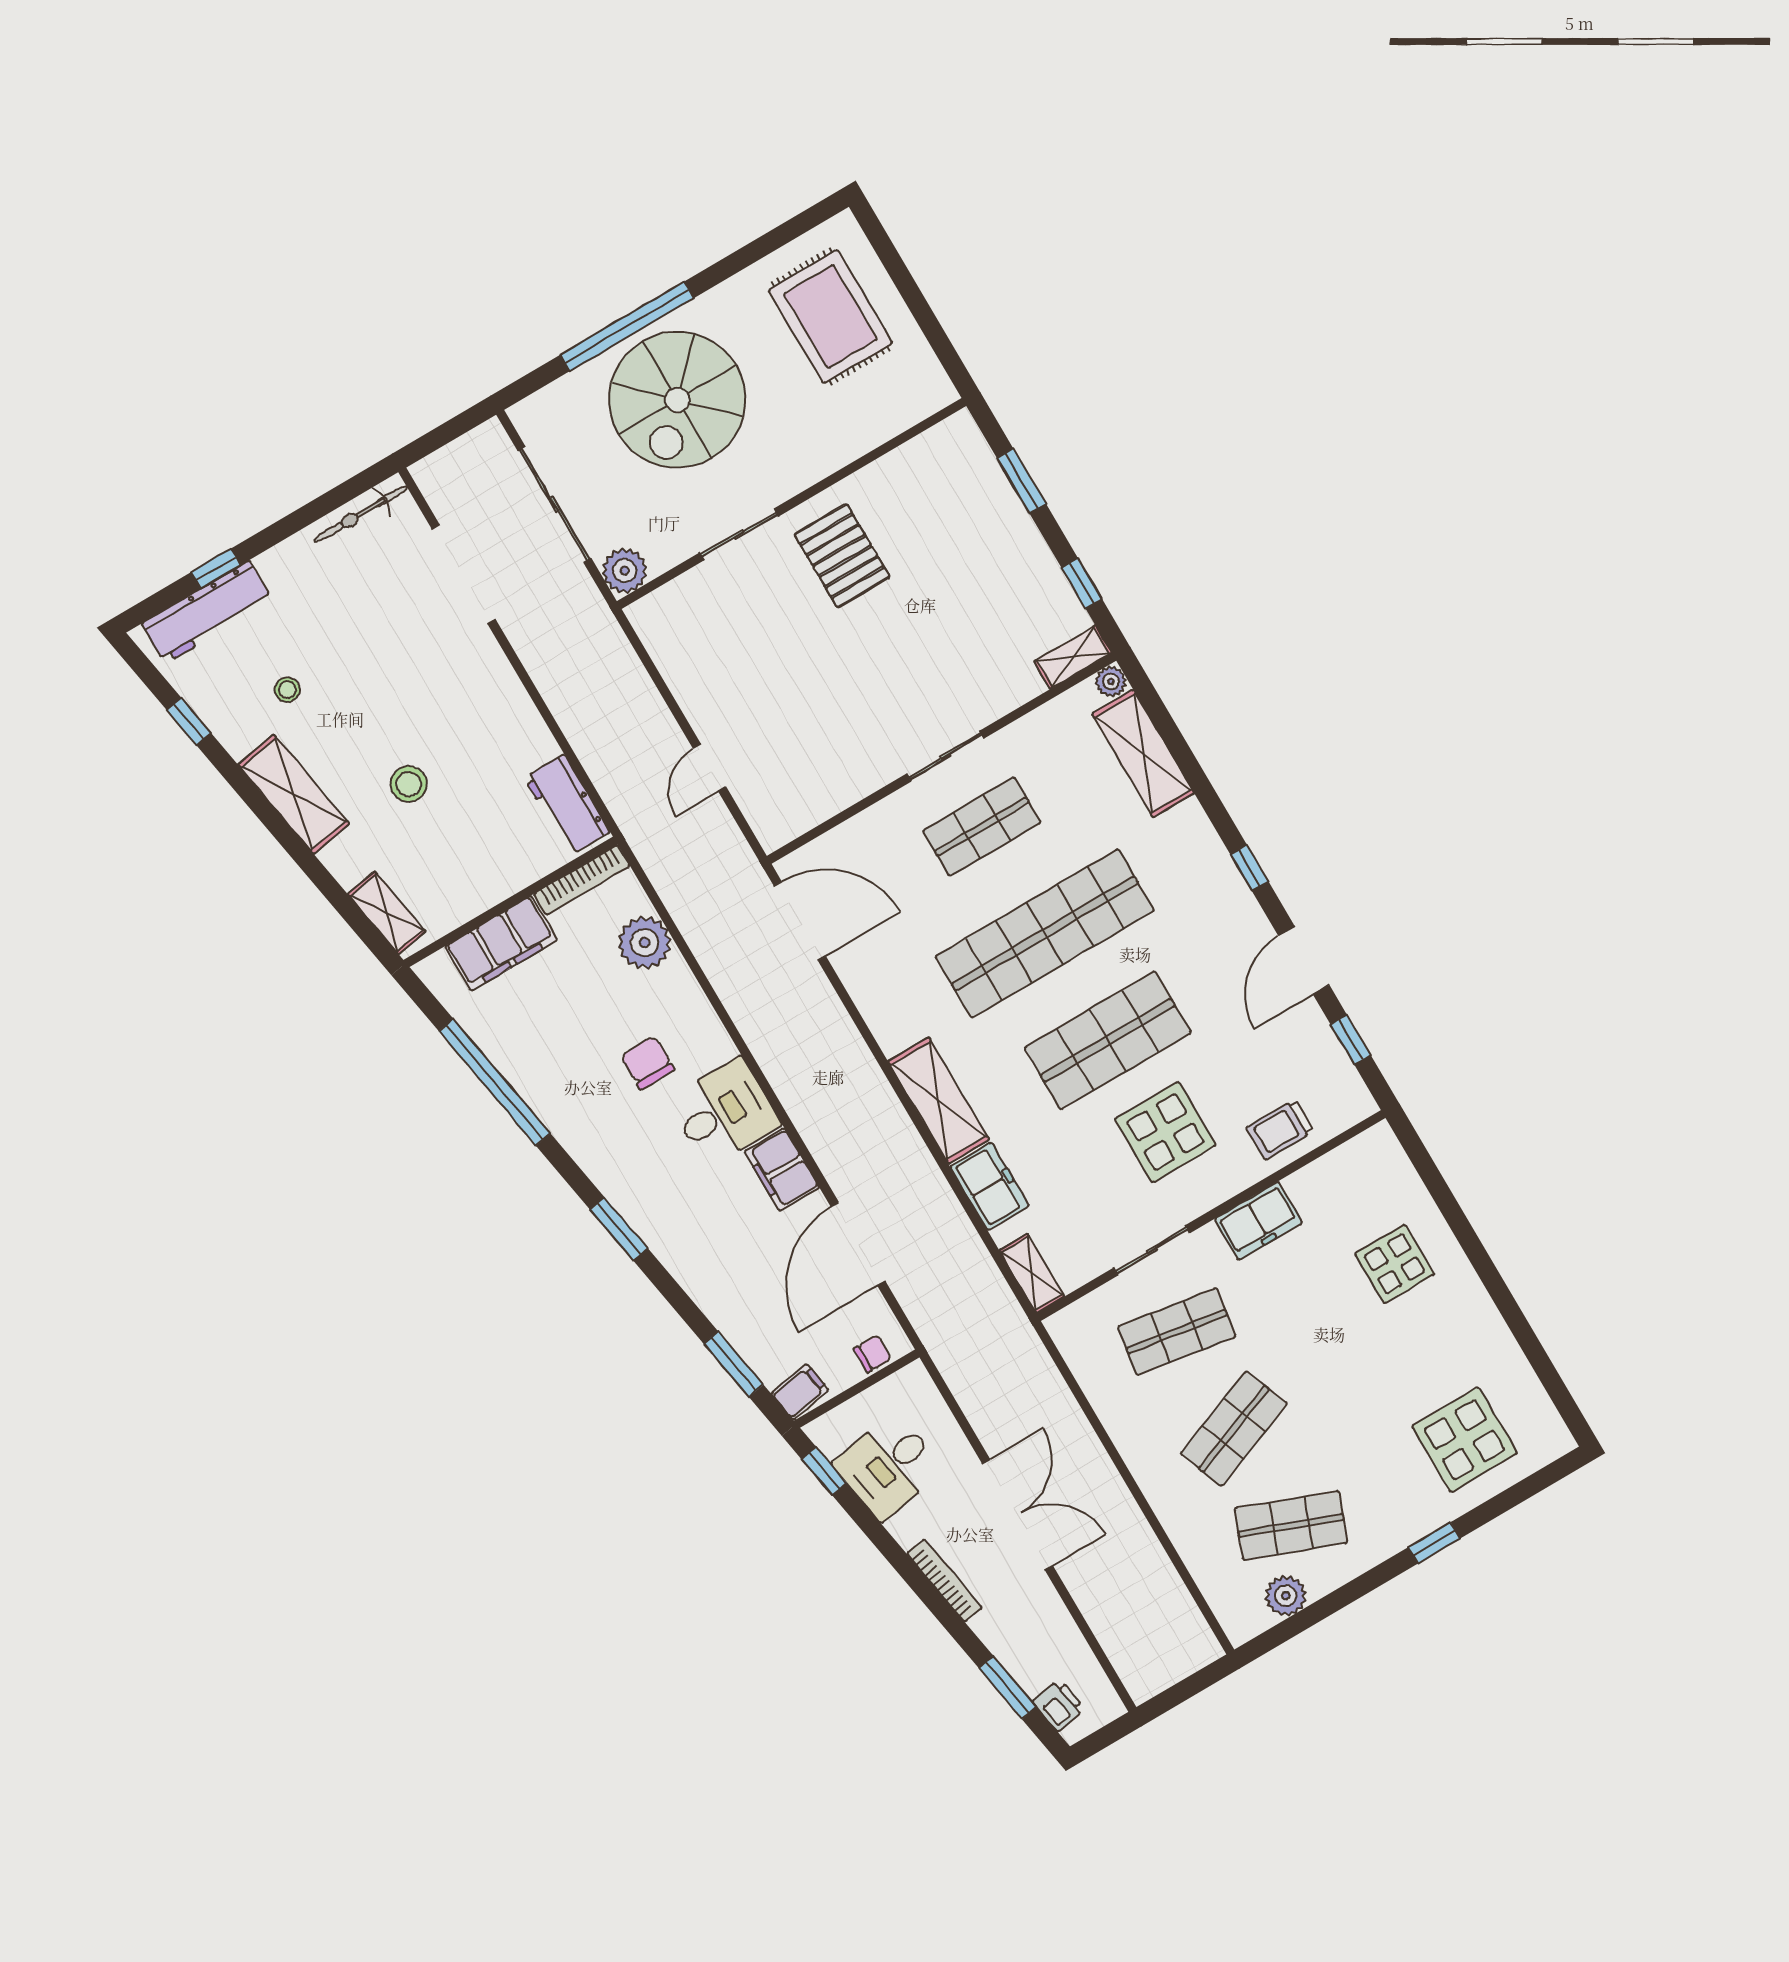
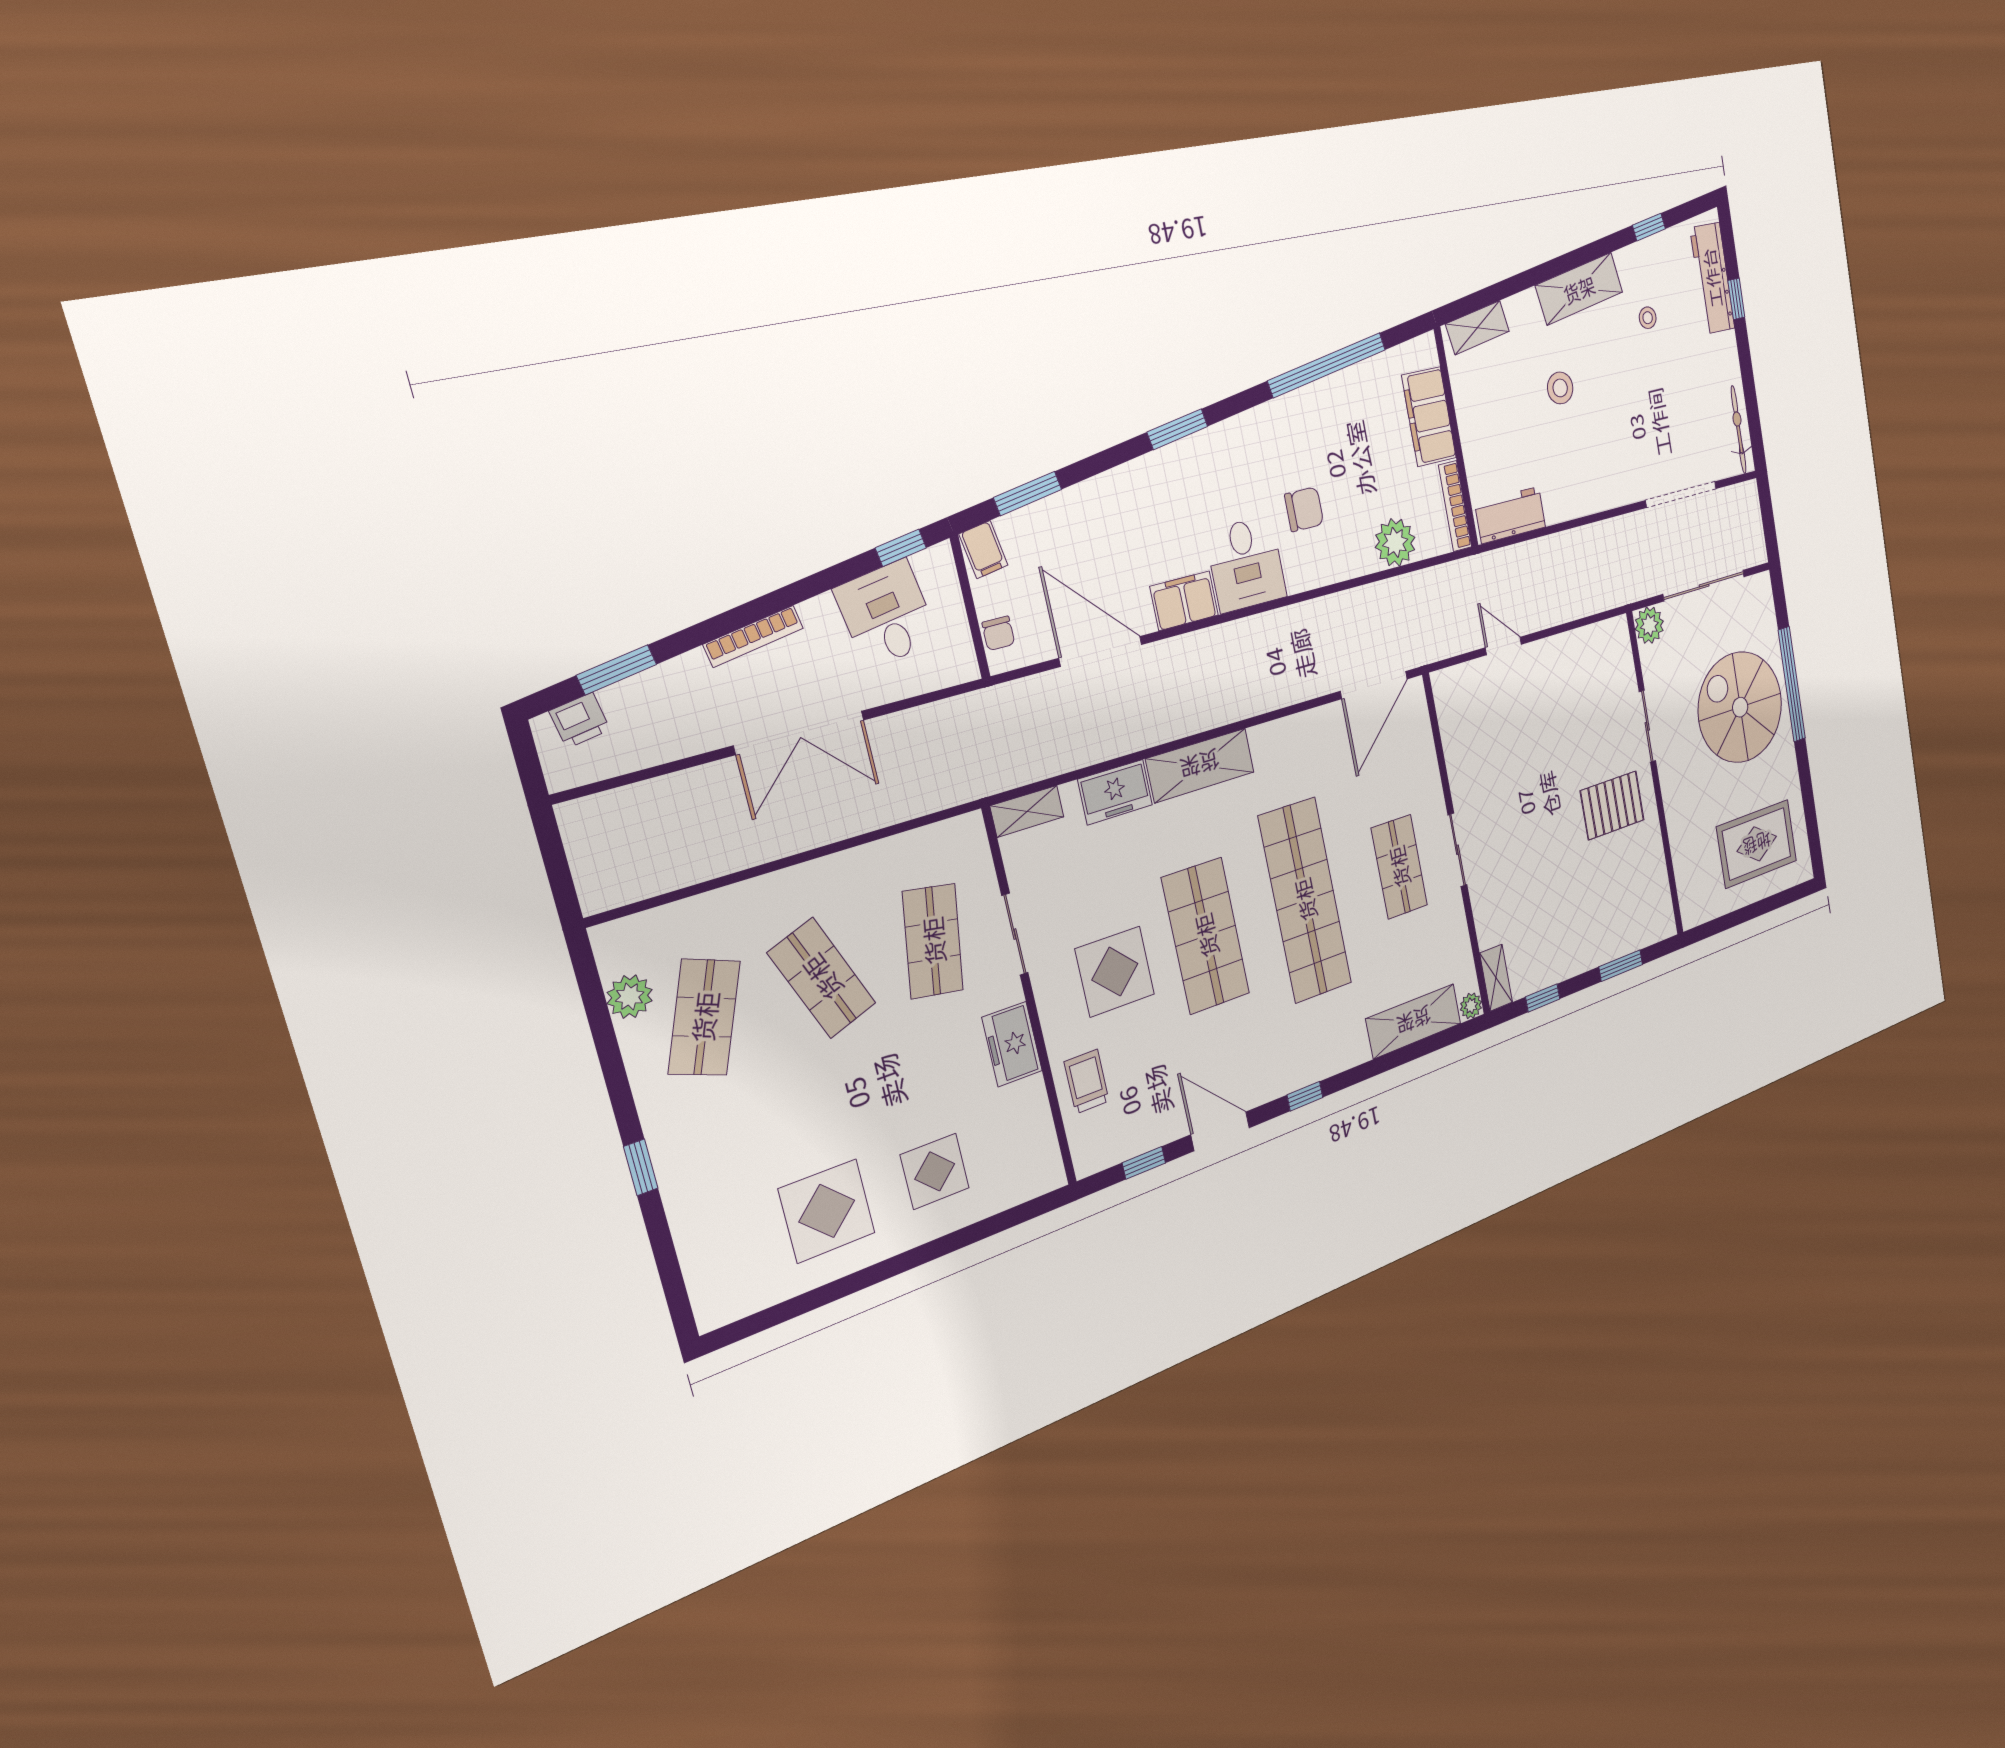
display table: (1464, 1440) -> (827, 1211), moved

